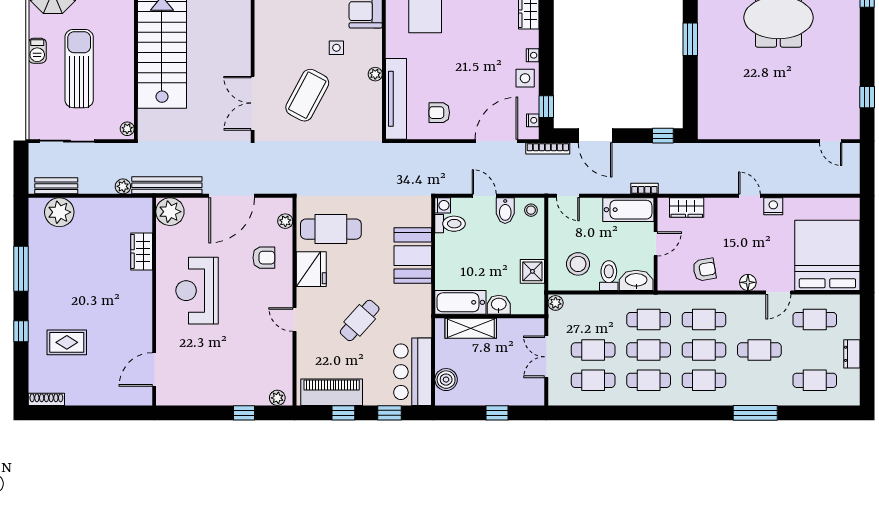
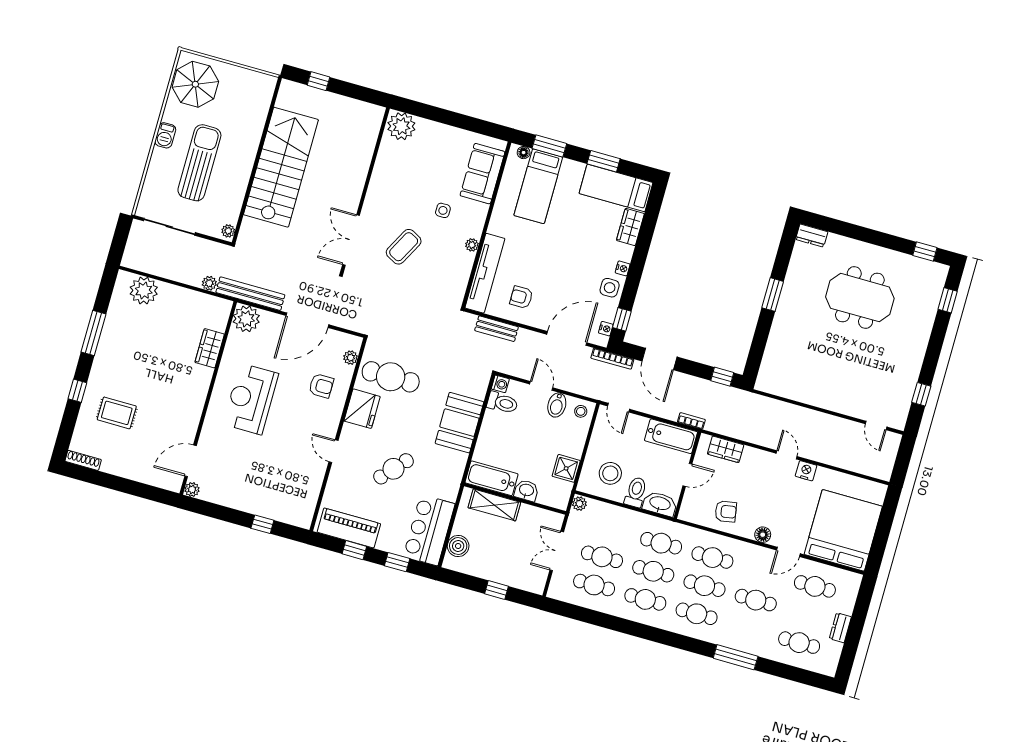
coffee table: (307, 95) -> (404, 247), width x0.73, depth x0.76
bench: (56, 186) -> (497, 329), moved
plant: (277, 398) -> (192, 489), moved

